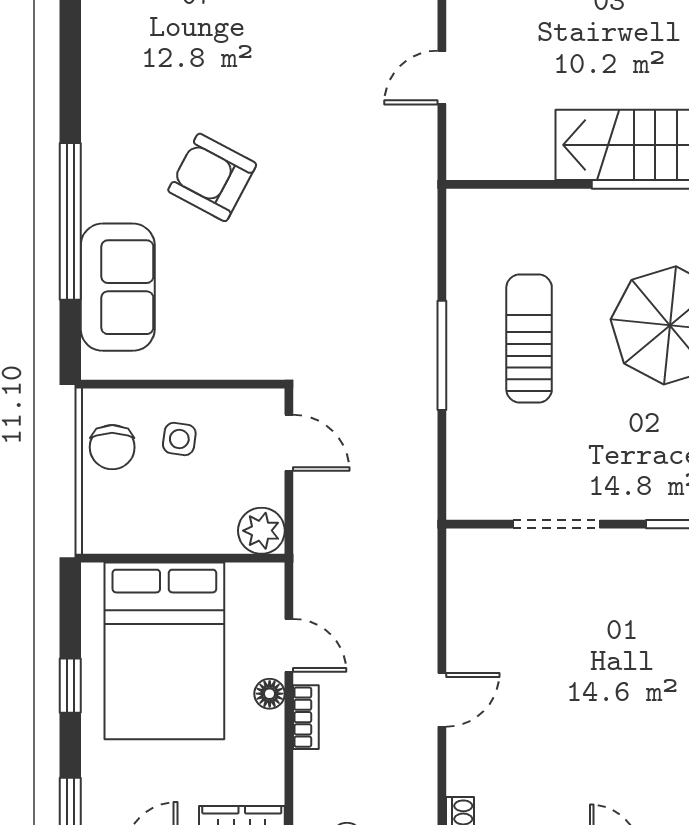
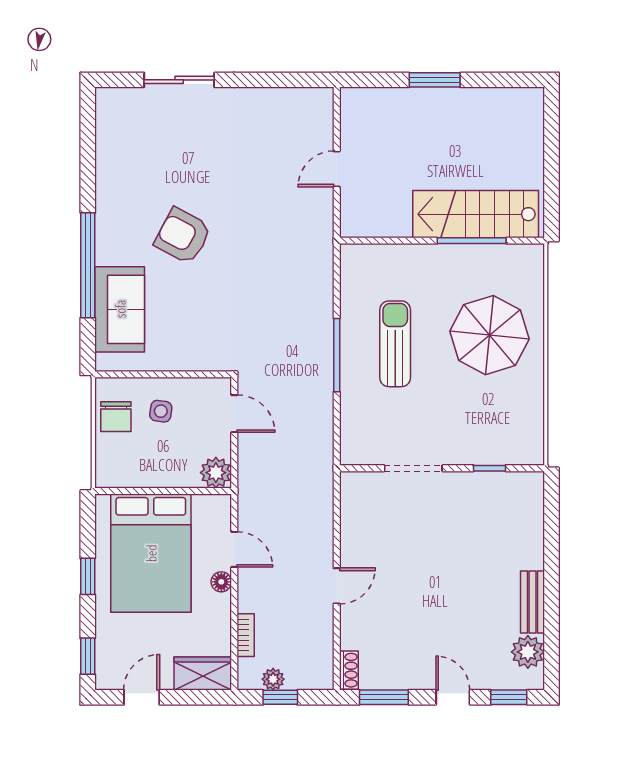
bookcase: (306, 717) -> (246, 635), moved

